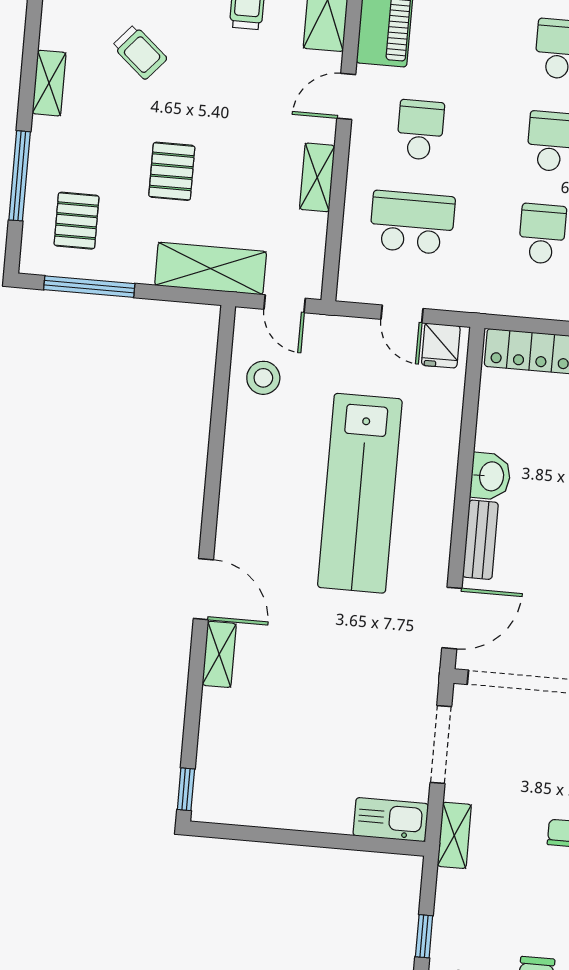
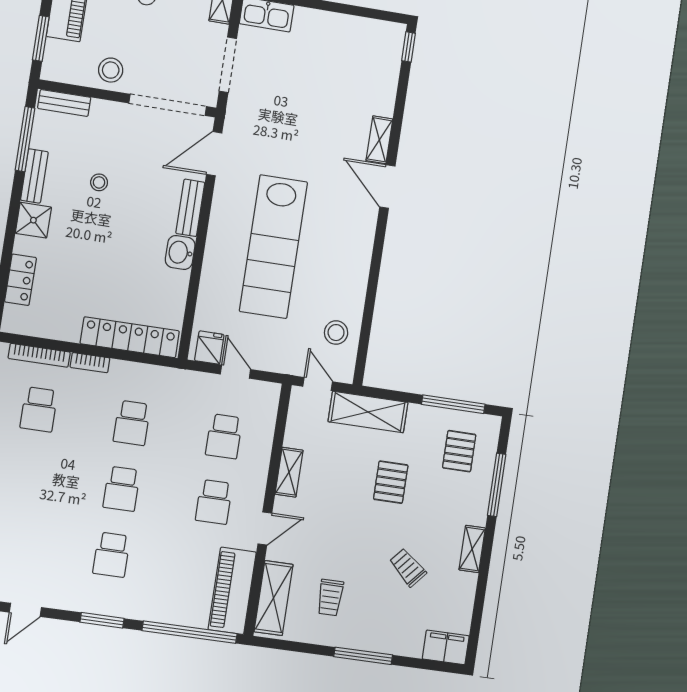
school desk: (412, 222) -> (224, 436), width x0.54
lab bench: (360, 493) -> (273, 247), turned 180

